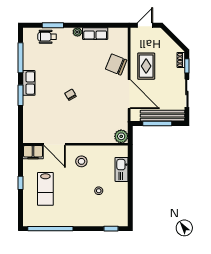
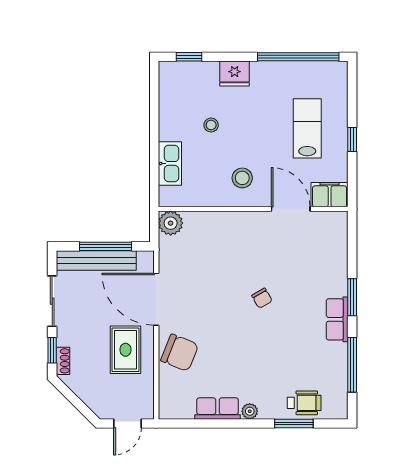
fridge: (86, 219) -> (235, 74), added

